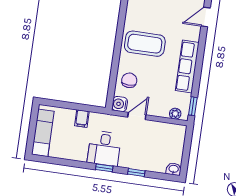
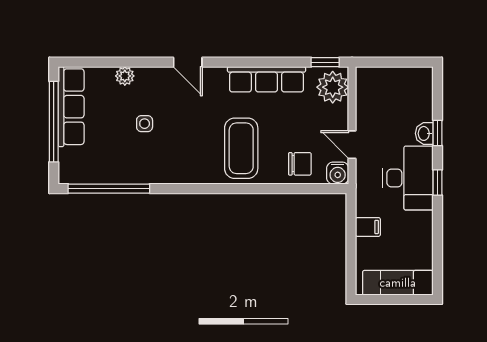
chair: (129, 80) -> (300, 164), turned 180
plant: (175, 114) -> (333, 87), width x1.87, depth x1.87
desk: (104, 148) -> (408, 178), width x1.37
washbasin: (174, 169) -> (424, 133), moved

